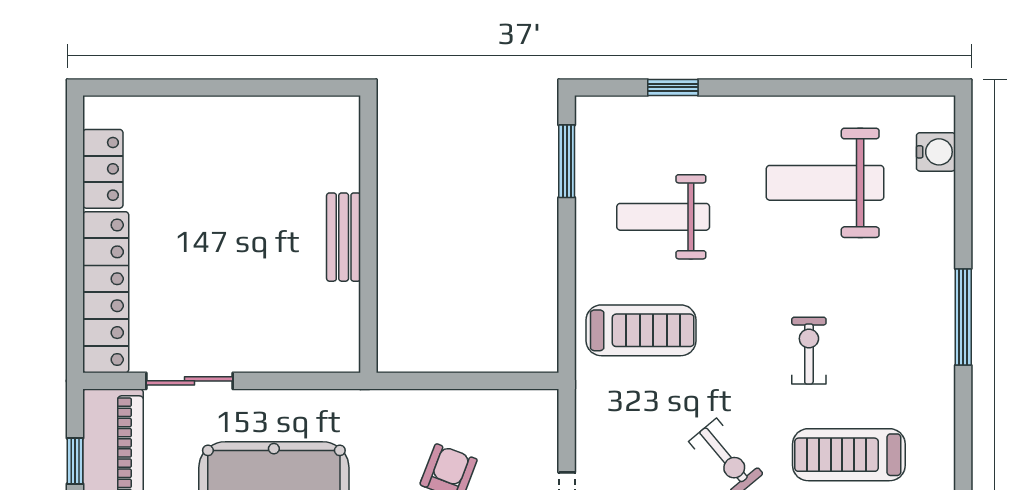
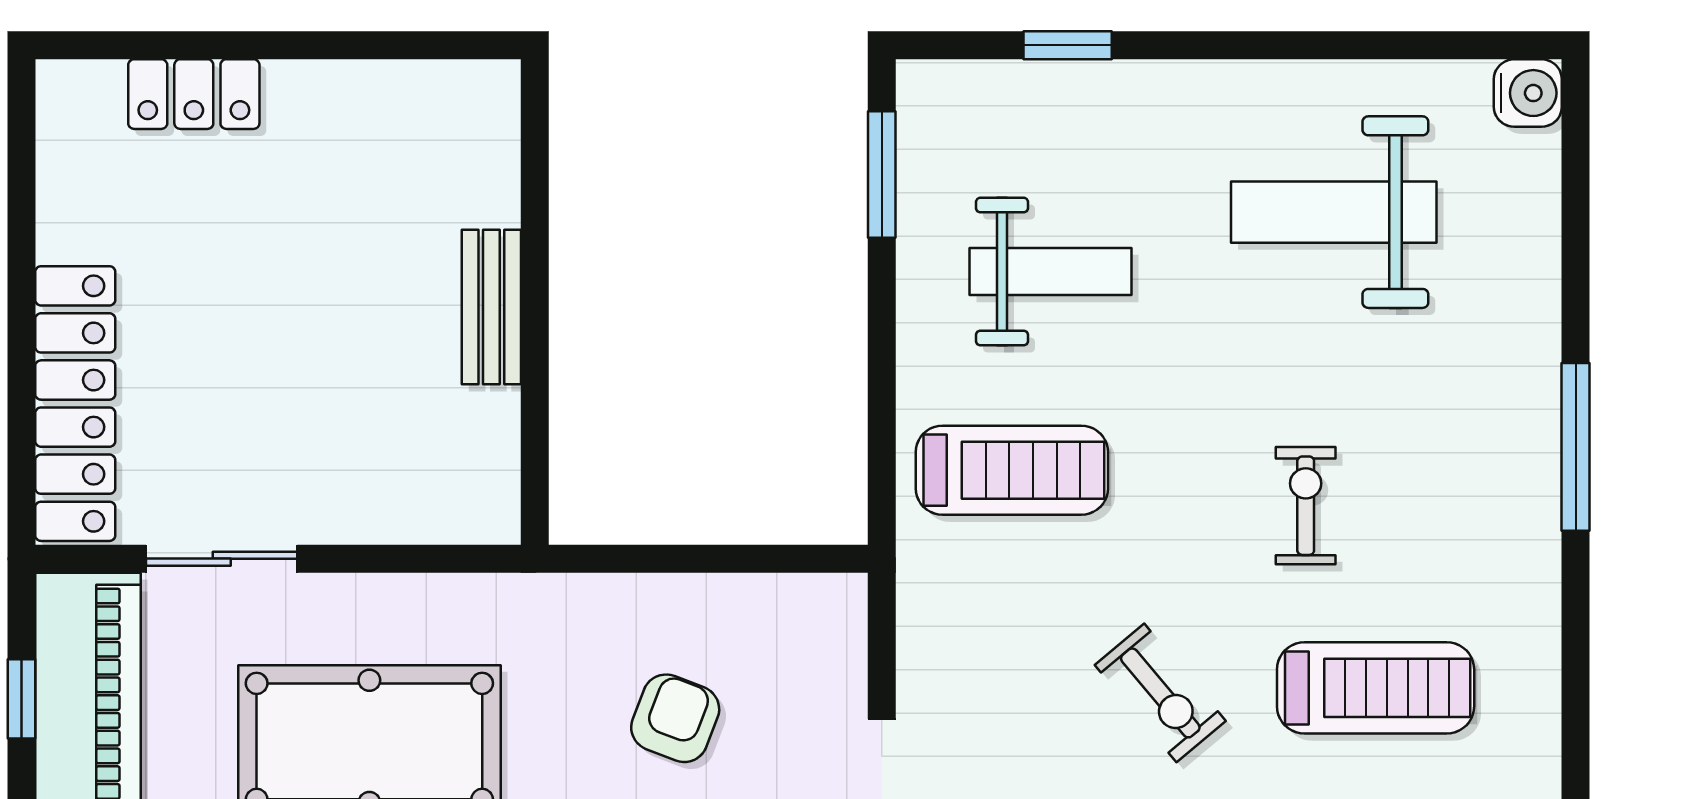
water cooler: (936, 152) -> (1528, 93), moved
locker: (103, 169) -> (194, 94), moved, turned 90
weight bench: (663, 217) -> (1051, 272), turned 180
treadmill: (849, 455) -> (1376, 688), turned 180

